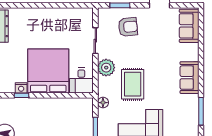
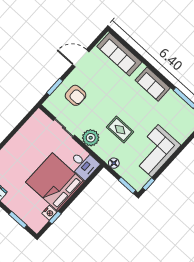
sofa: (189, 26) -> (119, 54), width x1.36
armchair: (128, 27) -> (76, 95), turned 96
rug: (133, 84) -> (120, 130), width x0.73, depth x0.70

